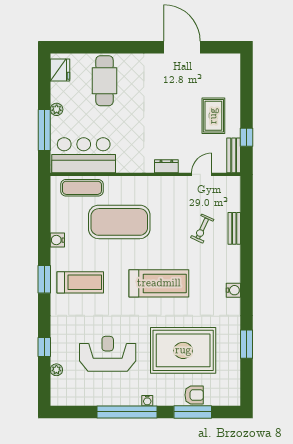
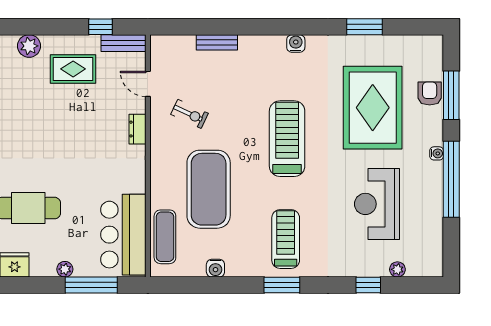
plant: (231, 81) -> (29, 46), added
exercise bike: (202, 229) -> (189, 114), moved
water cooler: (57, 240) -> (215, 268), moved

